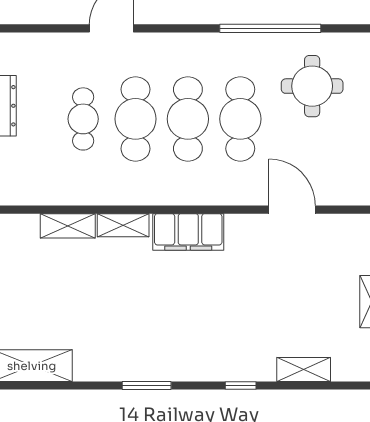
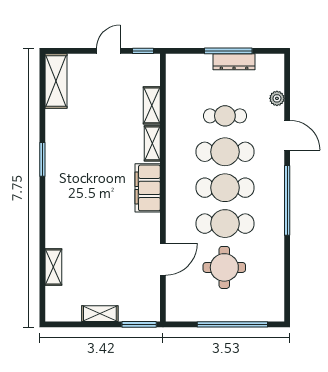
window: (270, 28) -> (287, 200), moved
plant: (58, 43) -> (277, 98), added
round table: (312, 86) -> (224, 267), moved
window: (241, 386) -> (42, 224), removed

